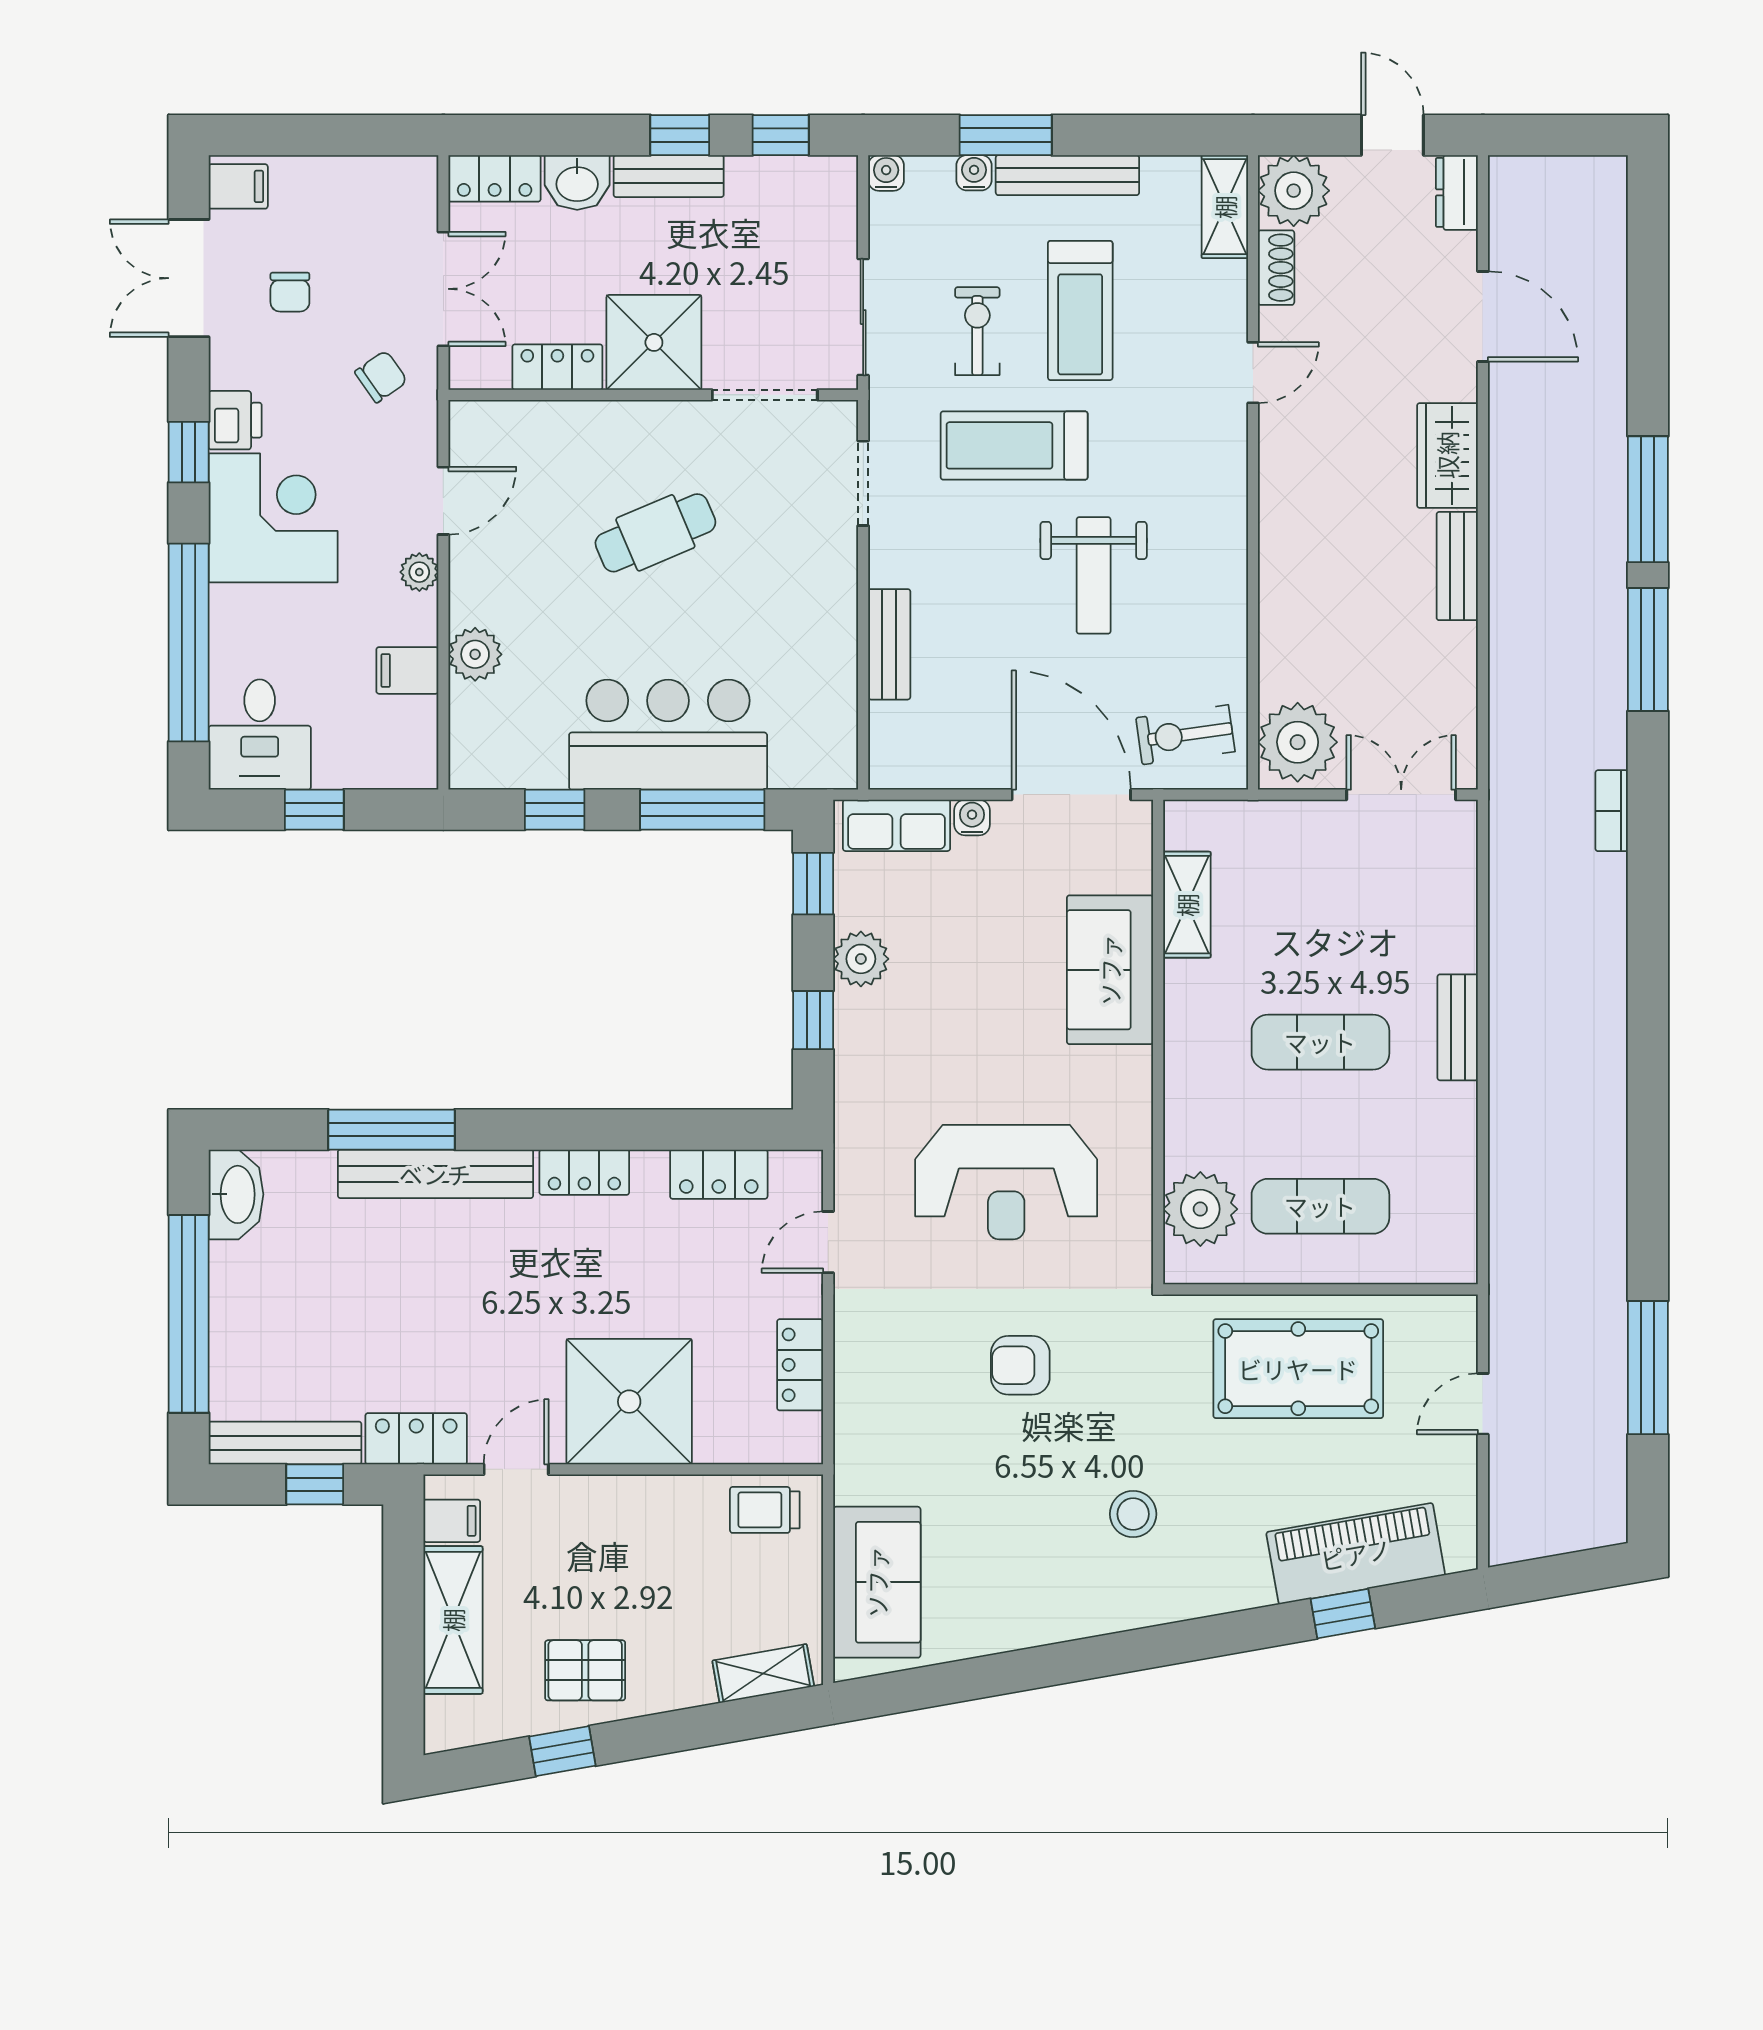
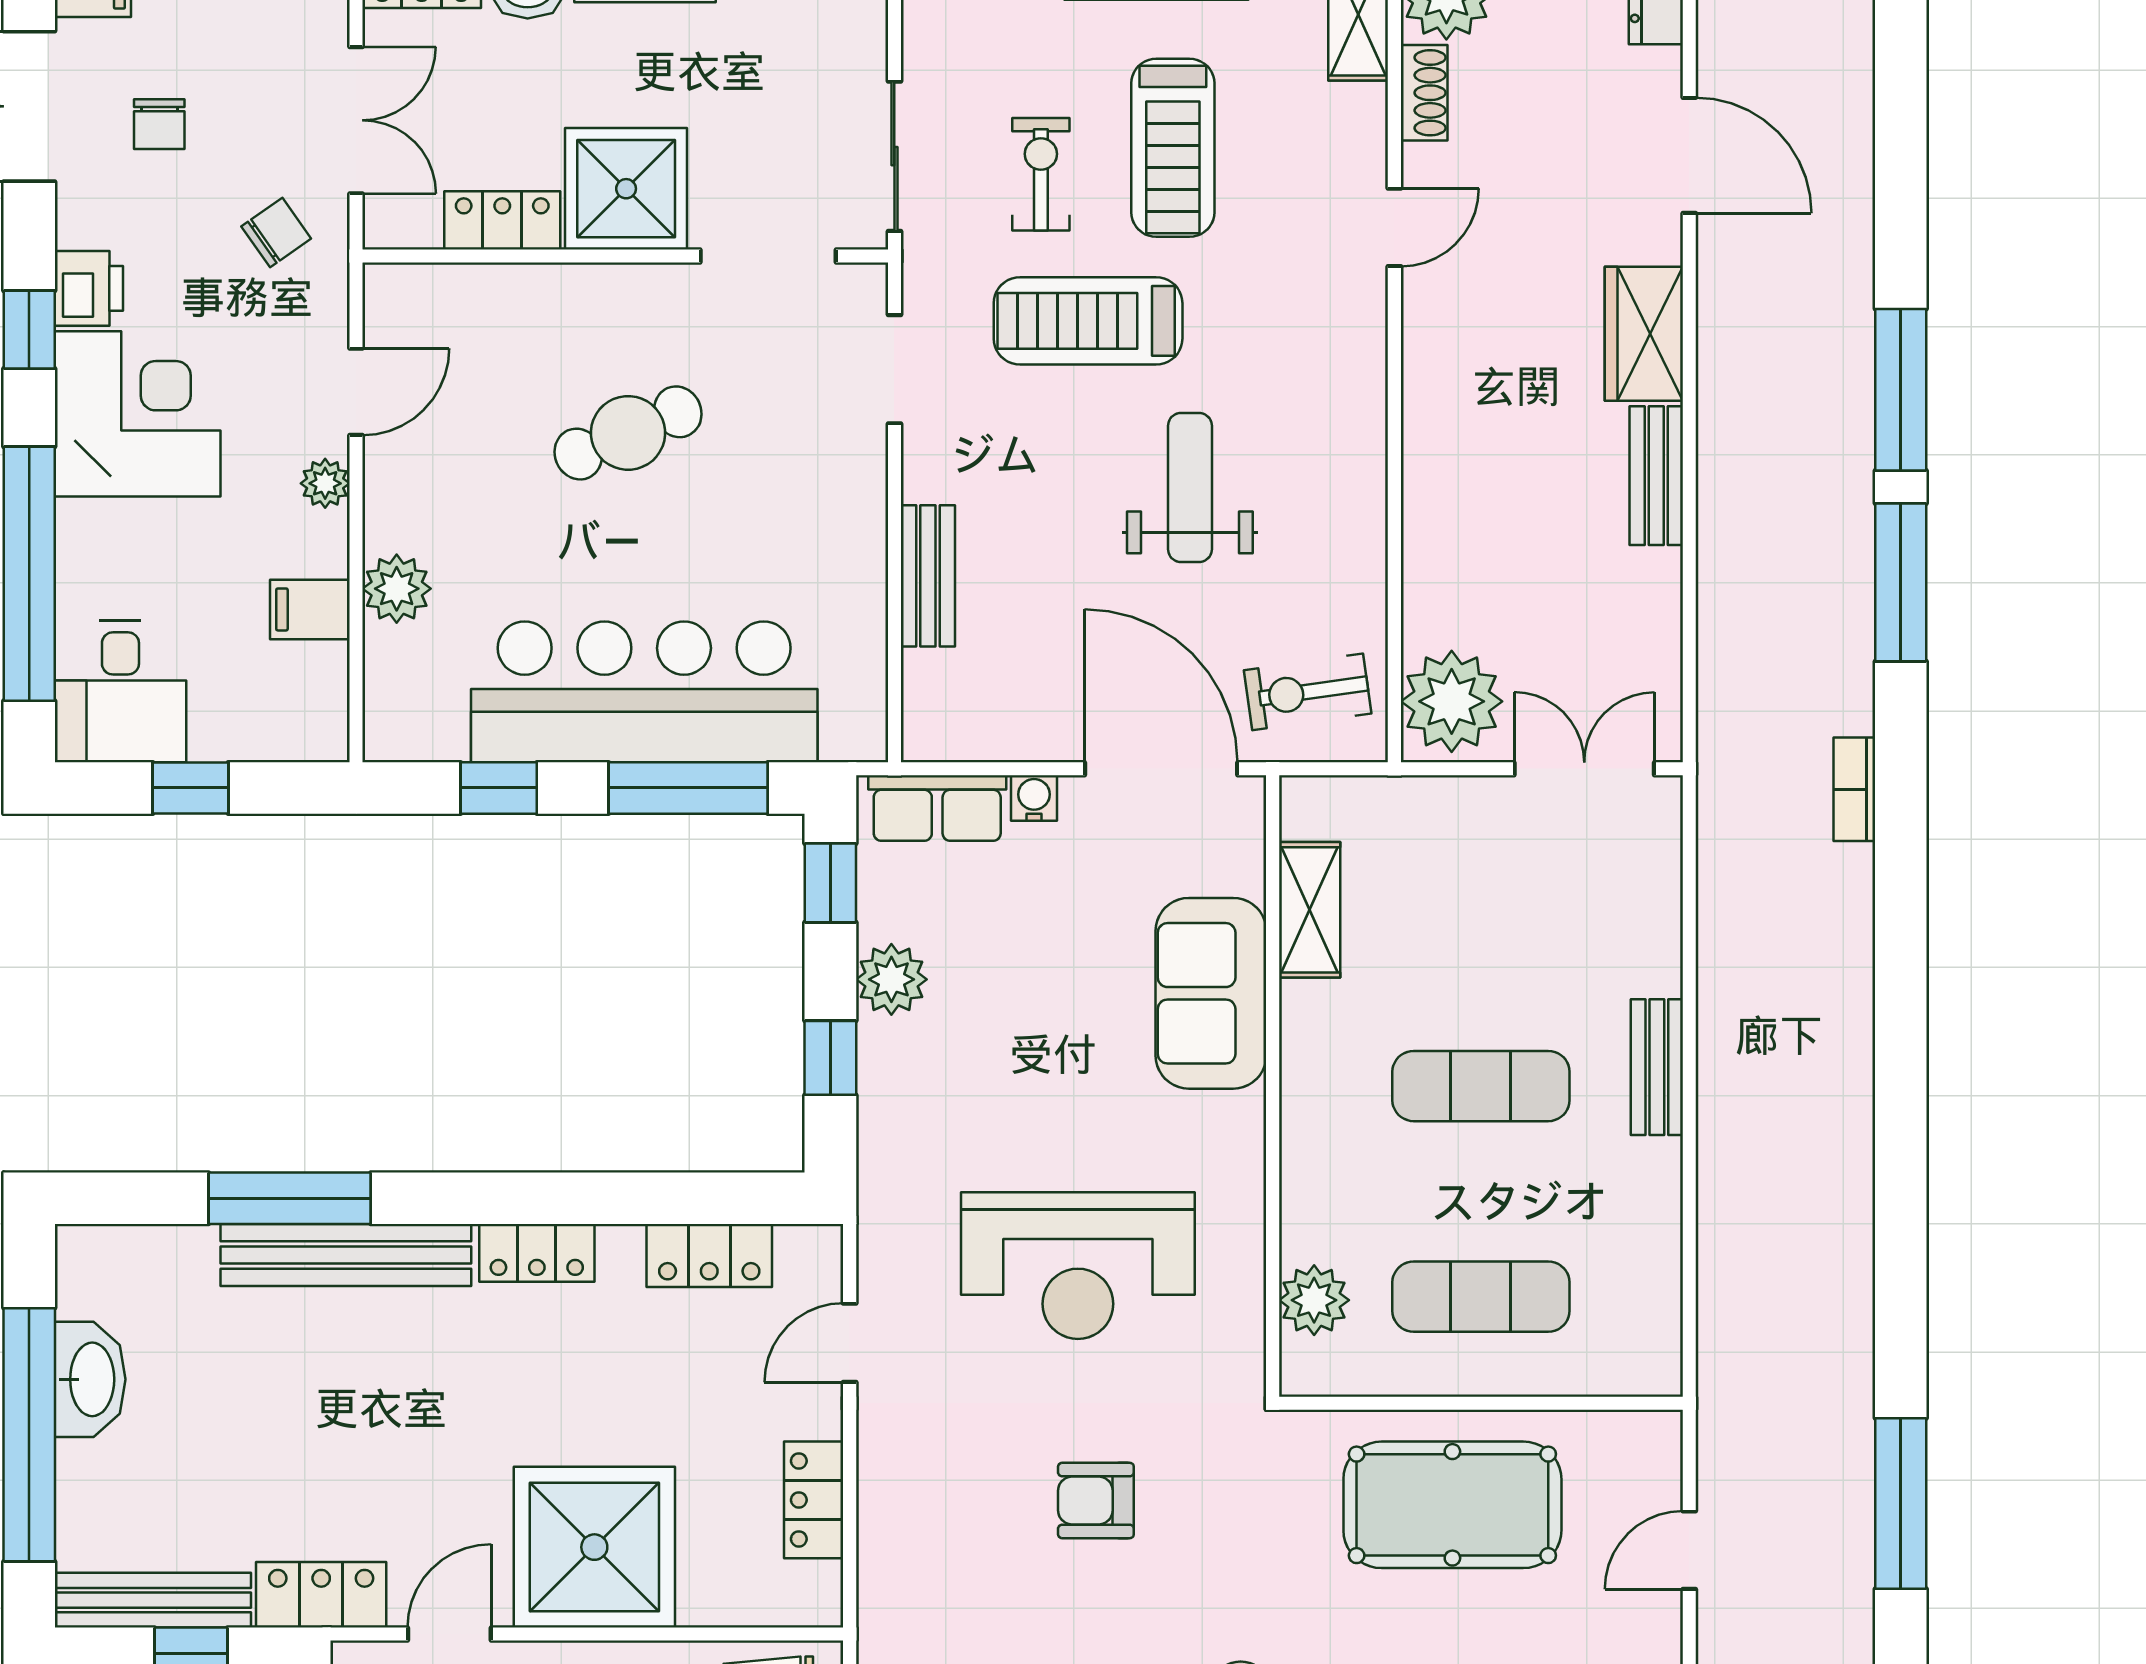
weight bench: (1094, 575) -> (1190, 488), turned 180
bar counter: (668, 735) -> (644, 692), width x1.36
washbasin: (236, 1194) -> (90, 1379), moved
plant: (1200, 1209) -> (1314, 1300), width x0.73, depth x0.73

